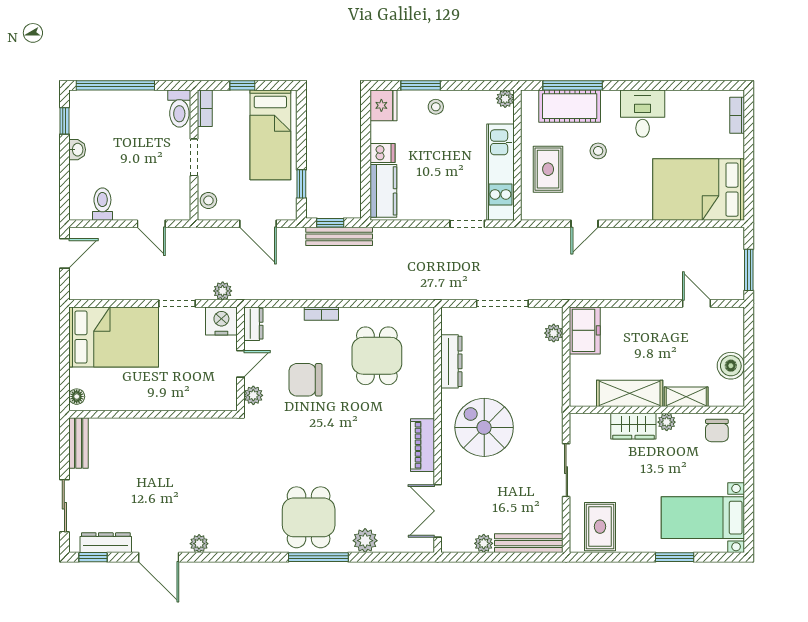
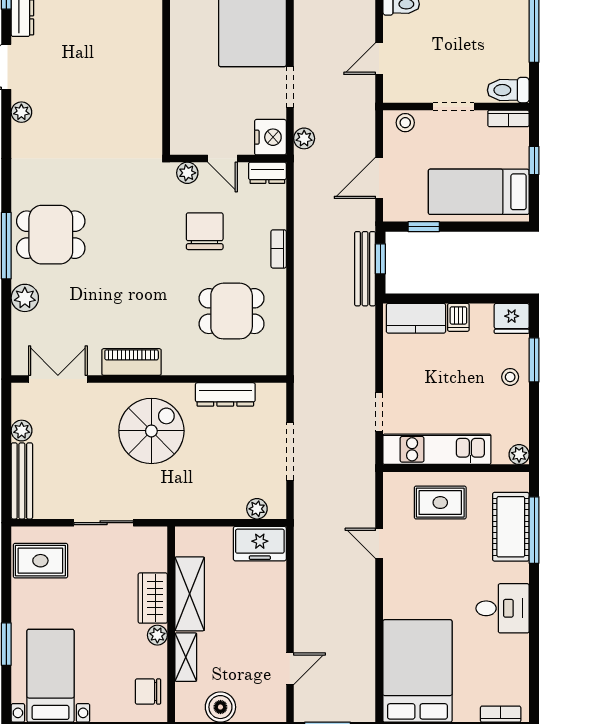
stool: (598, 151) -> (461, 559), removed

